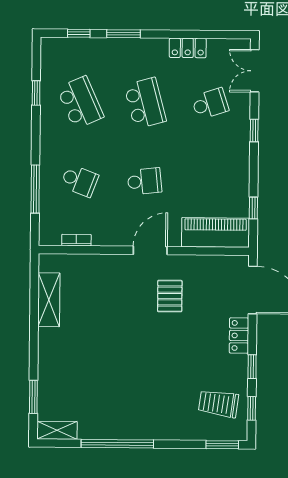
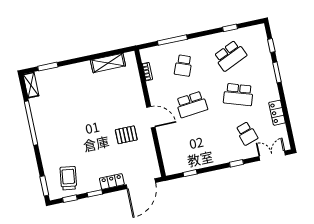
school desk: (145, 103) -> (238, 94), turned 33
school desk: (144, 181) -> (192, 104), width x1.85
piano: (216, 232) -> (170, 154), removed

